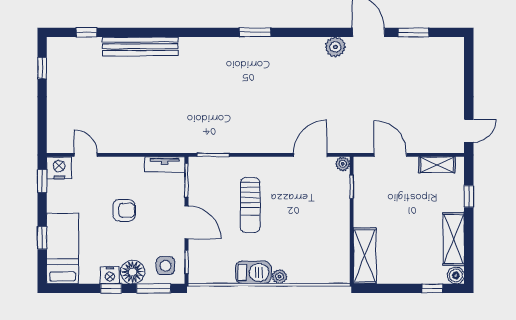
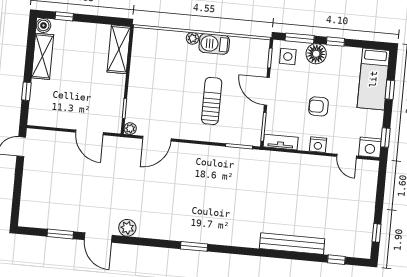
shelving: (437, 165) -> (51, 120), removed
nightstand: (110, 275) -> (318, 145), moved, turned 180

